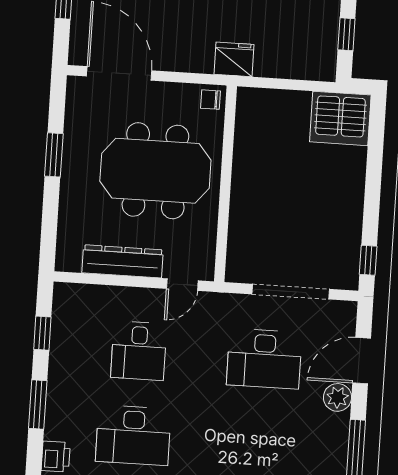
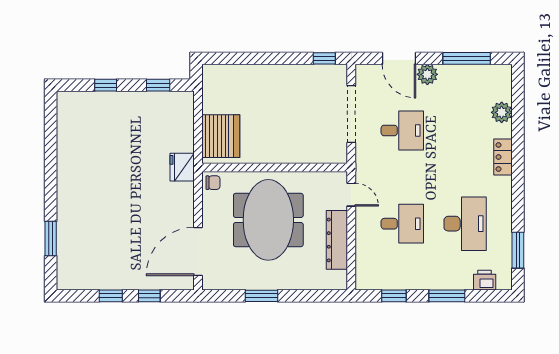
chair: (210, 100) -> (213, 183), turned -90
server rack: (340, 118) -> (221, 136), moved
desk: (264, 359) -> (402, 130), width x0.73

